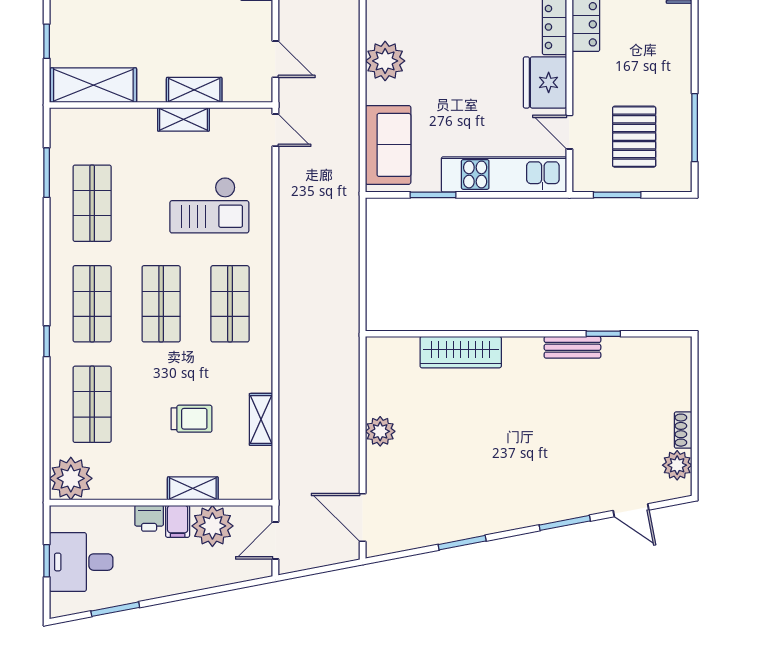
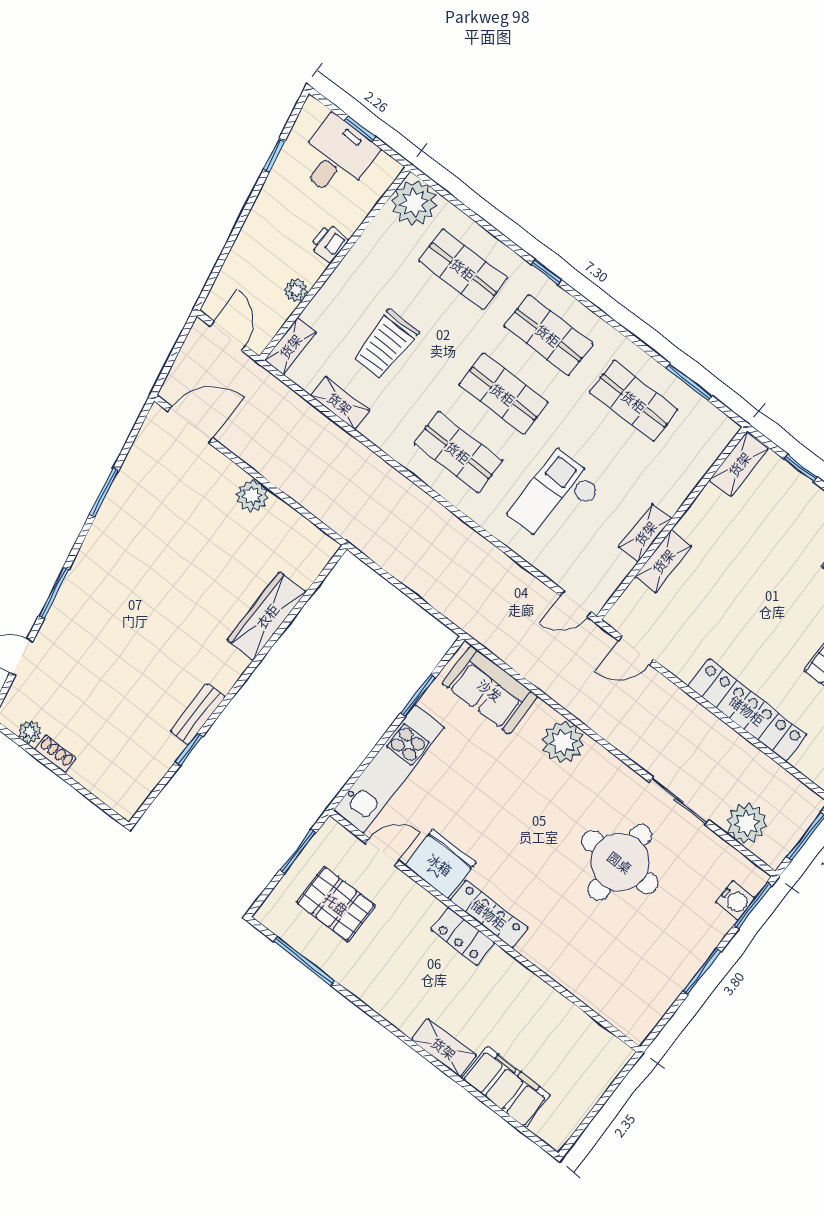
shelving: (93, 85) -> (739, 464), width x0.67, depth x0.75
trolley: (191, 419) -> (386, 344), width x1.36, depth x1.39
plant: (677, 465) -> (30, 732), width x0.73, depth x0.73
shelving: (193, 488) -> (290, 346), moved
filing cabinet: (178, 521) -> (308, 265), removed
plant: (212, 526) -> (296, 290), width x0.53, depth x0.53
window: (115, 609) -> (274, 155), width x0.67

